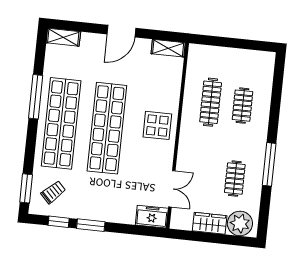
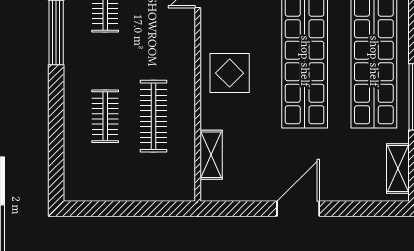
shelving: (63, 37) -> (398, 169), moved, turned 90
shelving: (168, 48) -> (211, 155), moved, turned 90

